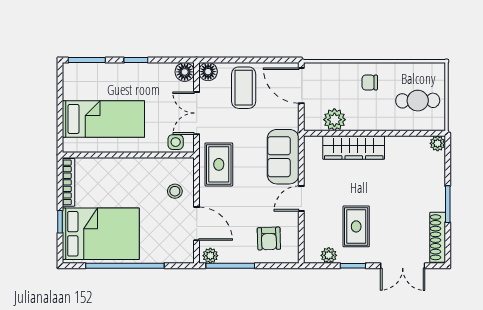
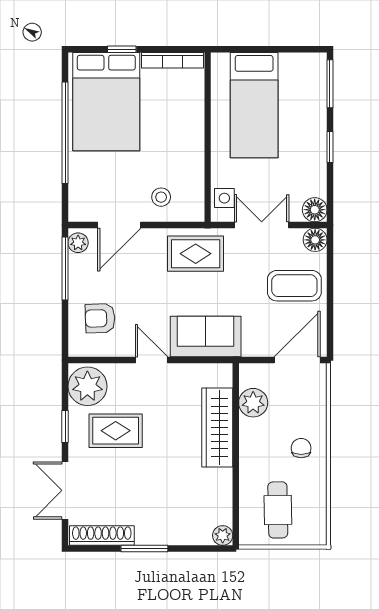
plant: (329, 255) -> (87, 386), width x1.87, depth x1.87

